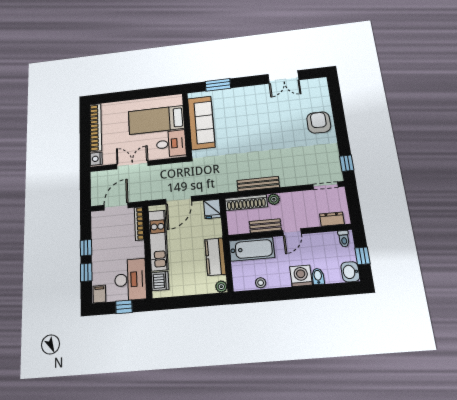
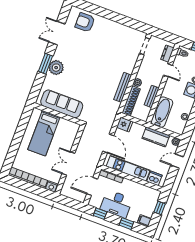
double door: (283, 77) -> (57, 33), swing flipped
window: (218, 85) -> (45, 64), moved
plant: (242, 96) -> (56, 68), added
armchair: (319, 123) -> (85, 22), moved
desk: (171, 144) -> (66, 131), removed
window: (347, 163) -> (137, 25), removed
door: (116, 206) -> (92, 186), hinge flipped
door: (292, 232) -> (168, 70), moved
window: (86, 248) -> (100, 214), moved
desk: (130, 280) -> (116, 204), moved, turned 180
door: (196, 301) -> (177, 161), added

